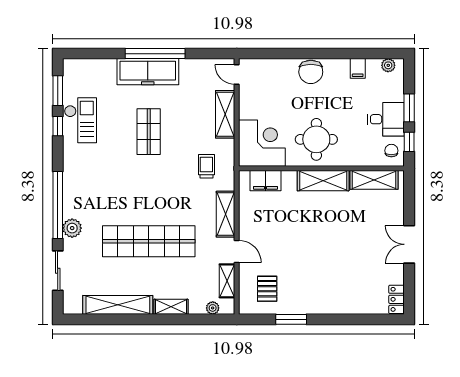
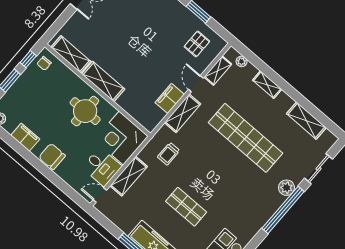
filing cabinet: (358, 68) -> (25, 137), width x2.00
chair: (311, 72) -> (52, 156), turned -90
door: (237, 74) -> (100, 195), swing flipped
desk: (386, 119) -> (102, 167), moved, turned 180
shop shelf: (149, 132) -> (186, 207), turned 90
filing cabinet: (266, 181) -> (170, 98), moved, turned -90
shelving: (118, 305) -> (306, 121), width x0.68

